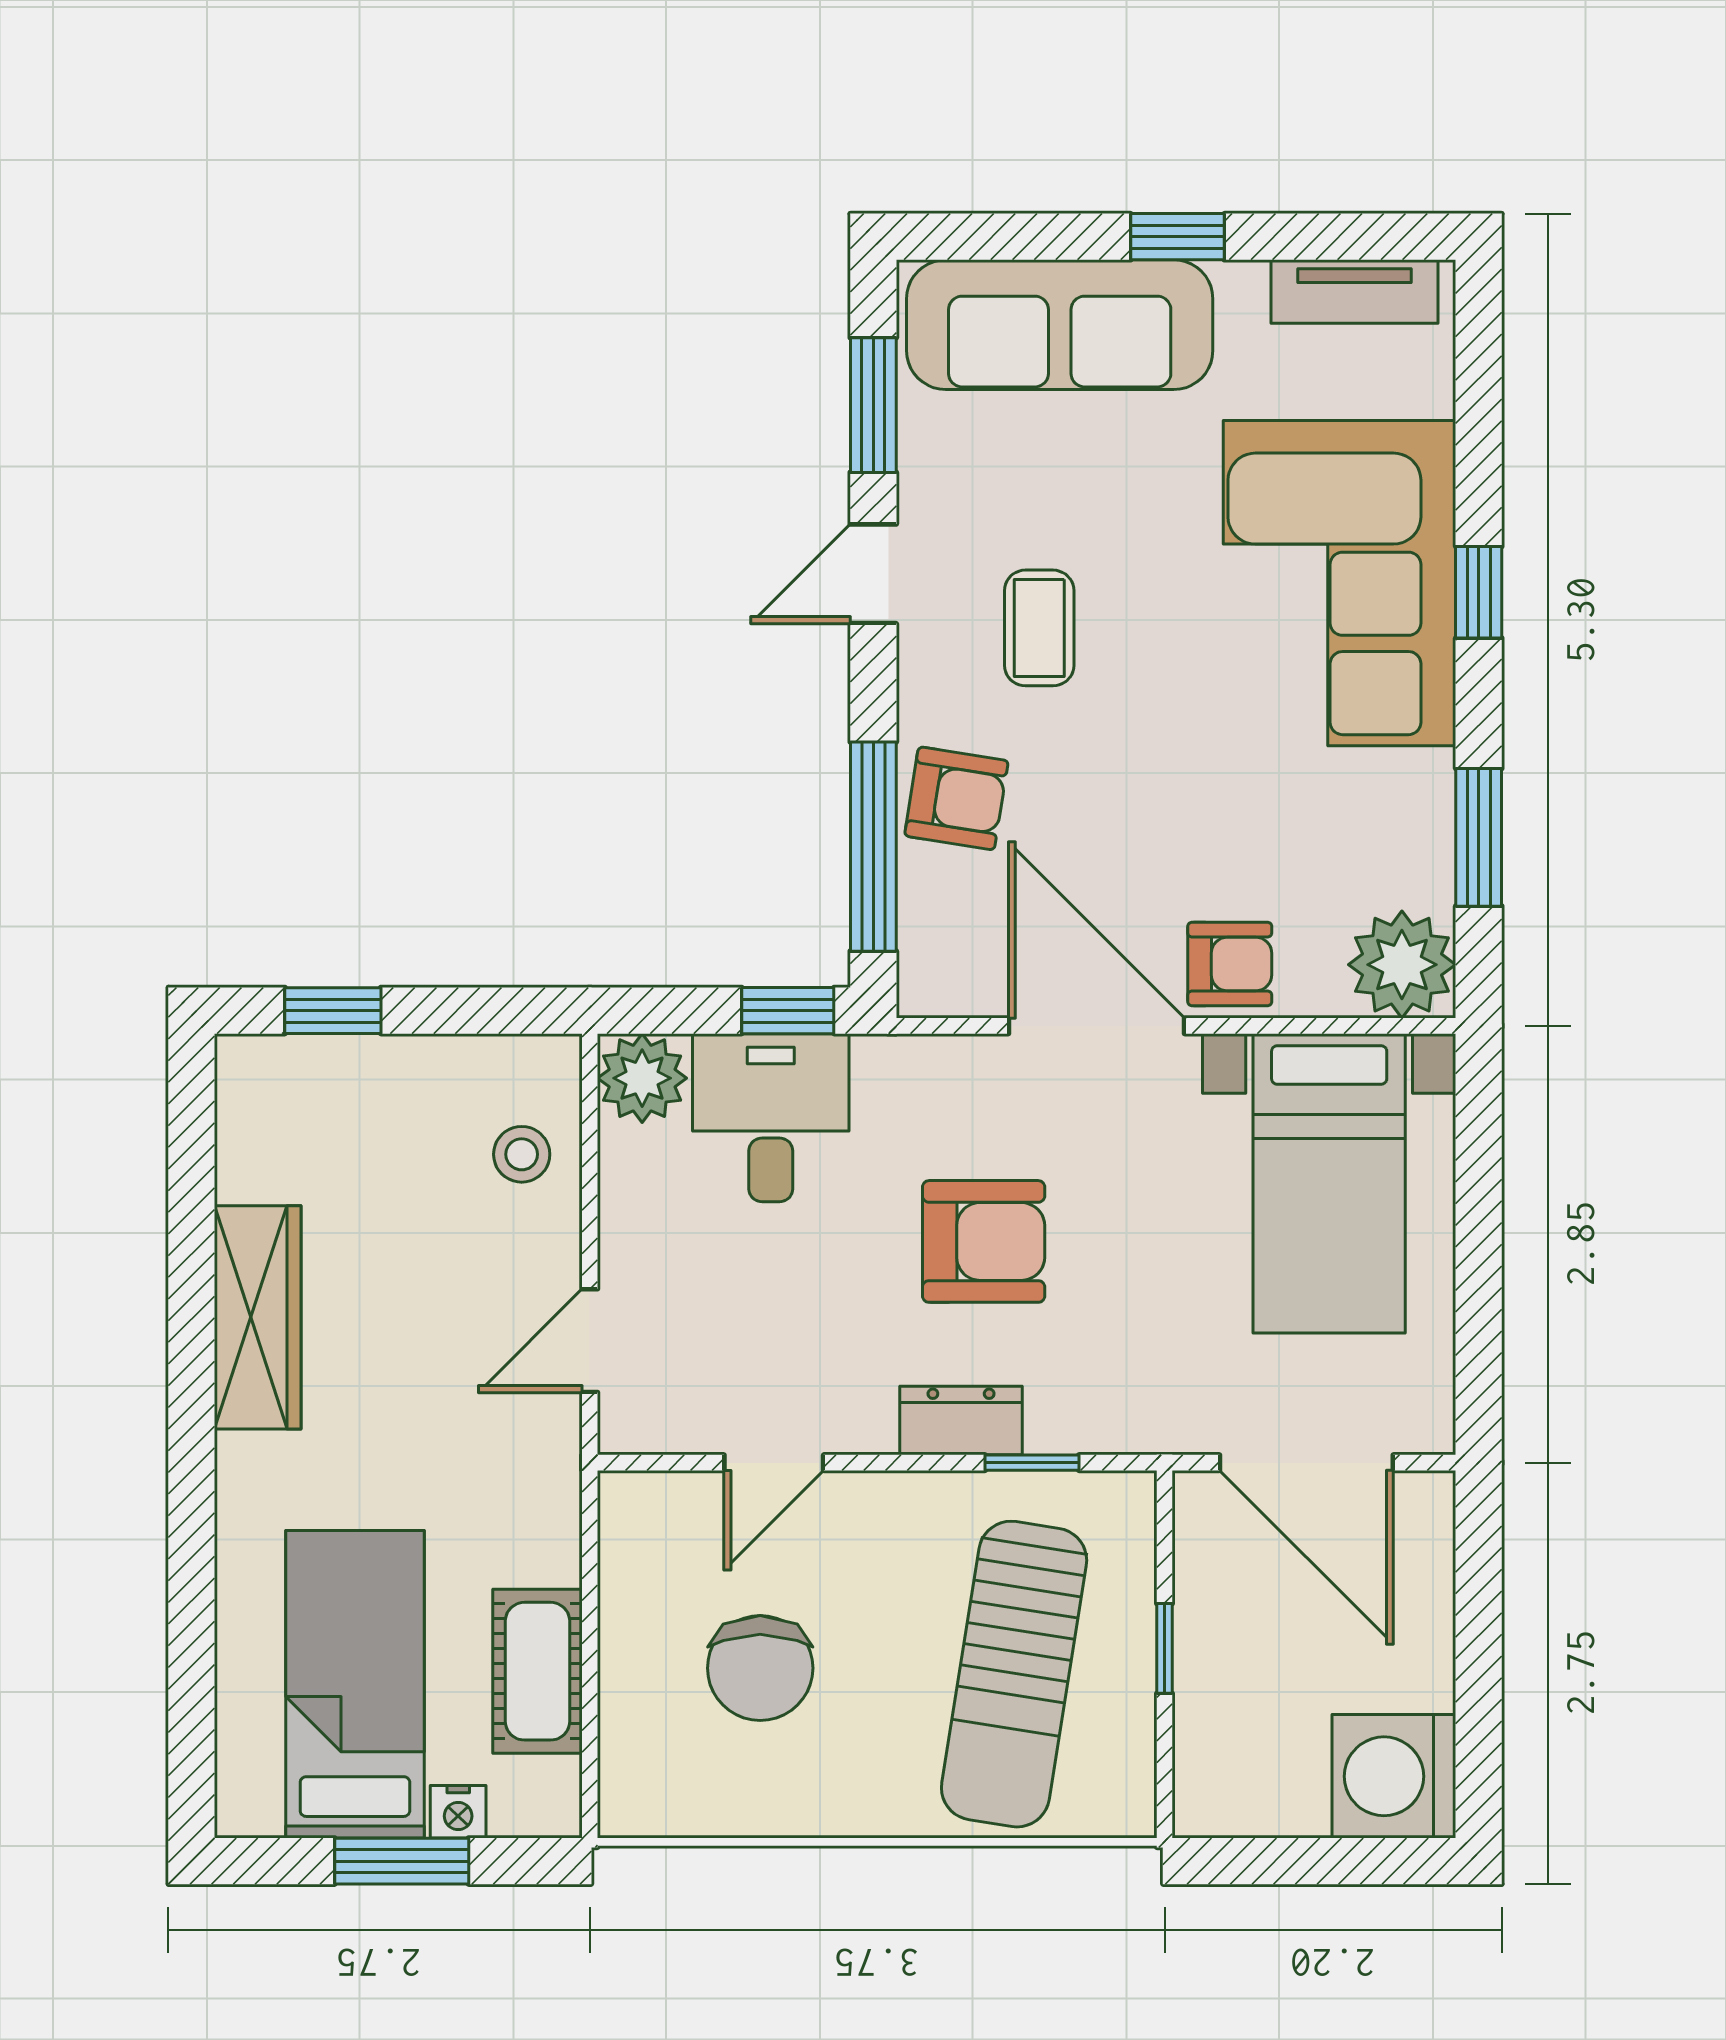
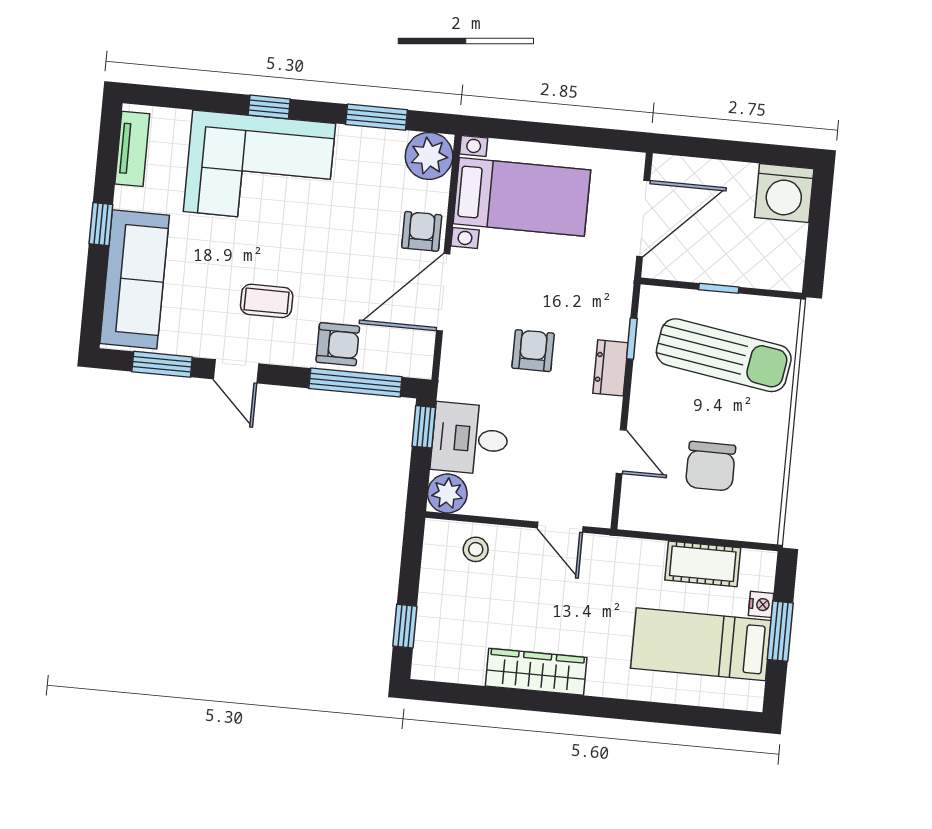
armchair: (956, 798) -> (338, 344), turned 81
armchair: (984, 1241) -> (533, 351), width x0.72, depth x0.72
chair: (760, 1668) -> (711, 466), turned 90

